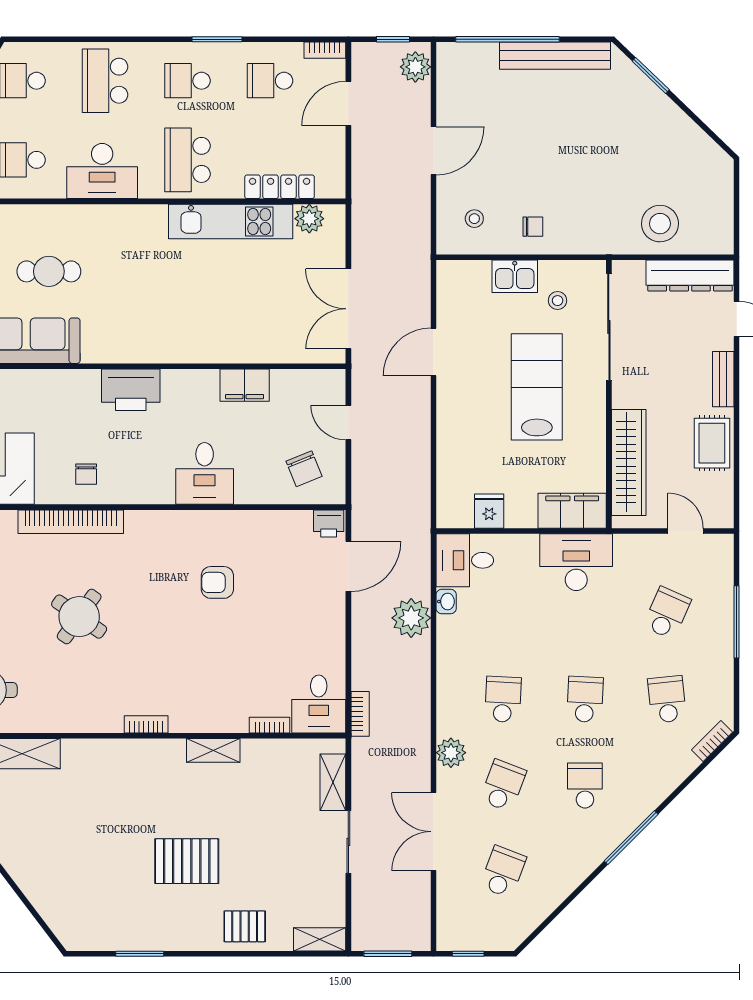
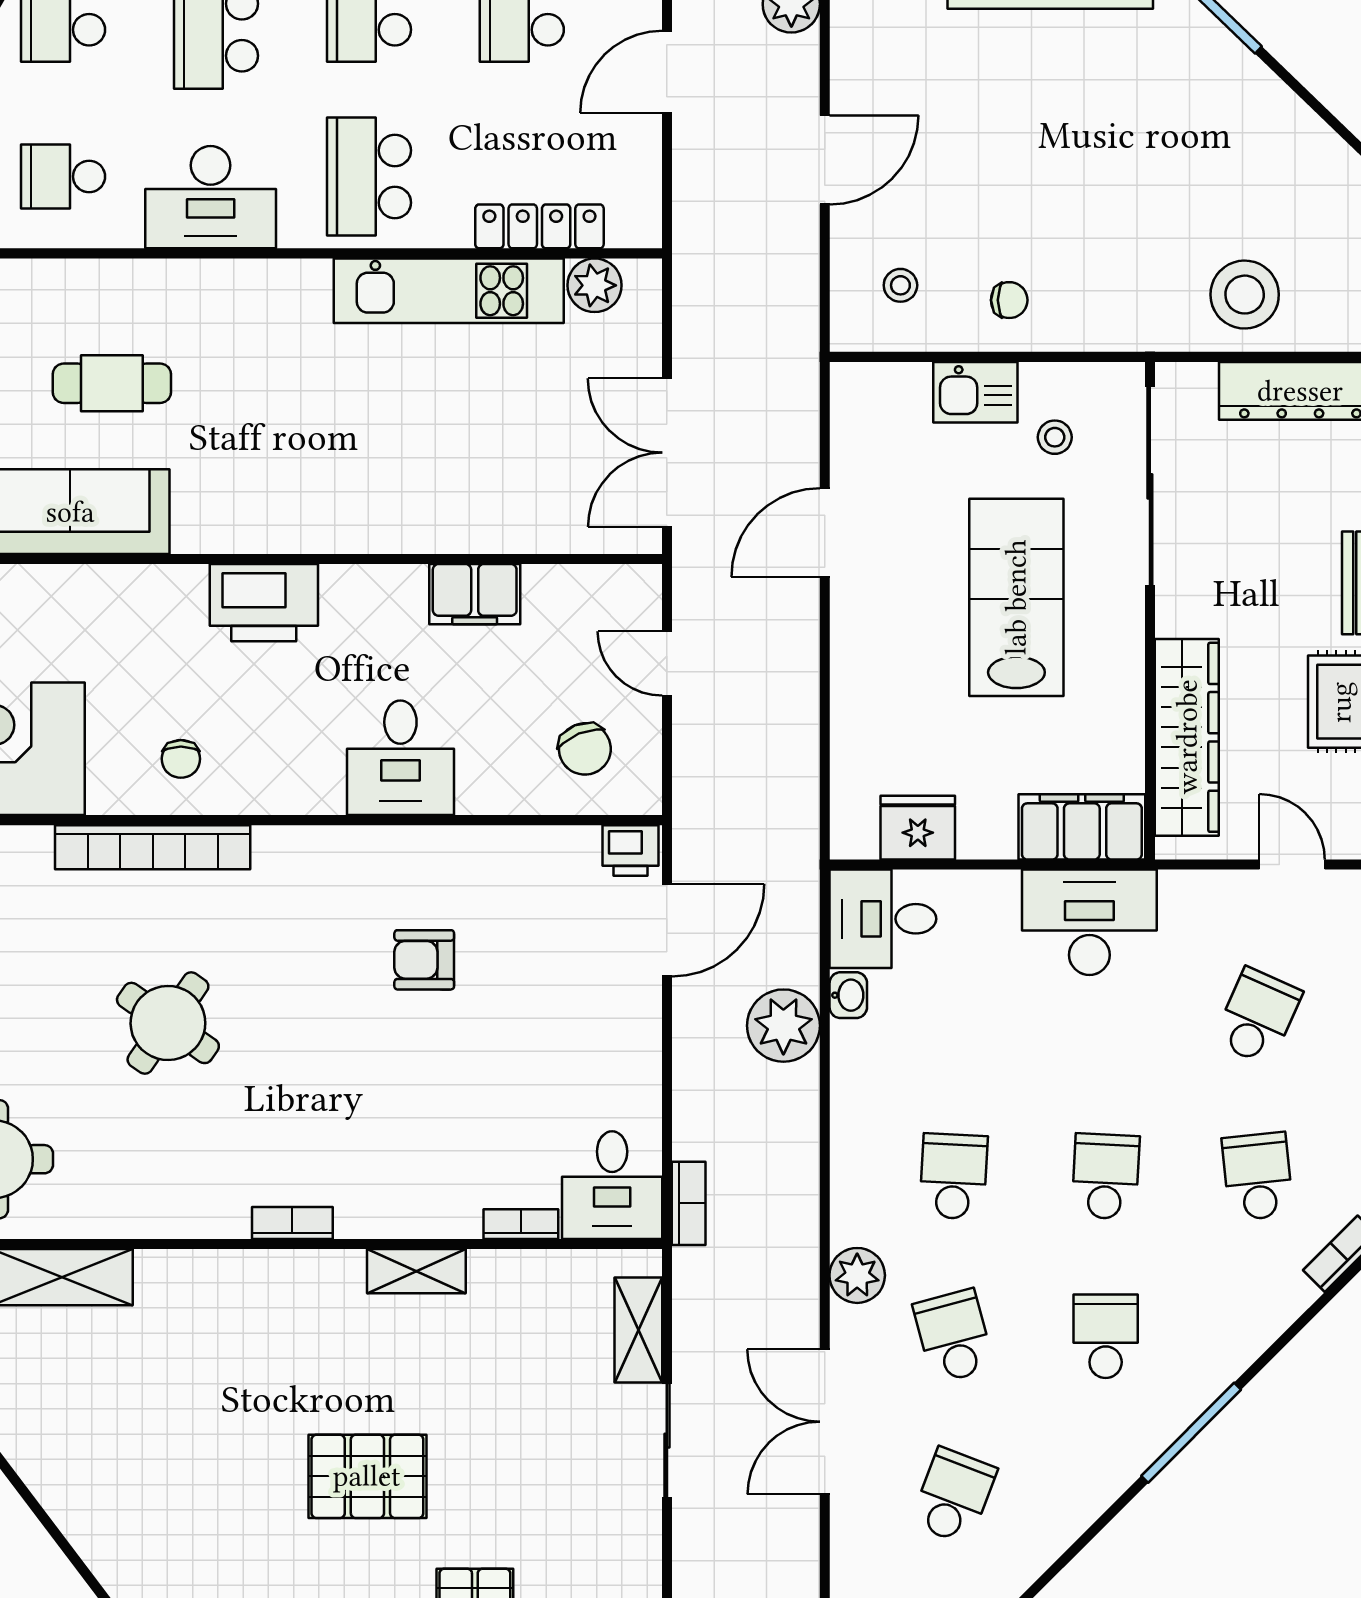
fridge: (489, 511) -> (918, 828), width x1.38
school desk: (503, 786) -> (954, 1336), turned -36

